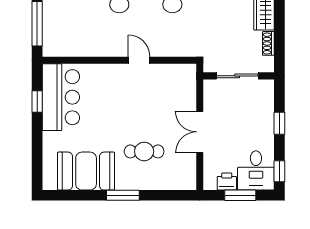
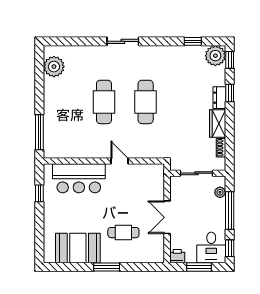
bar counter: (61, 97) -> (79, 178), moved, turned 90
plant: (267, 100) -> (220, 192), added
window: (279, 123) -> (230, 210), width x2.17
printer: (227, 181) -> (177, 256), moved

